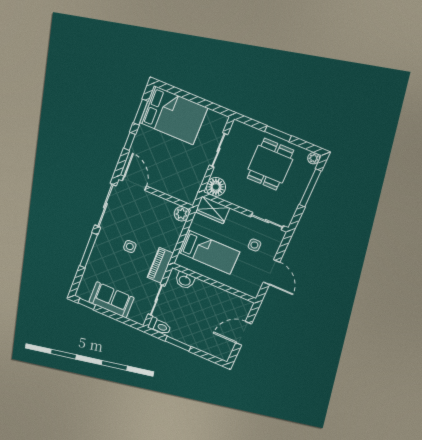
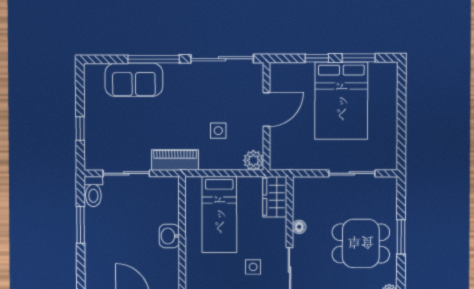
bed: (173, 115) -> (341, 101), moved
door: (134, 183) -> (266, 109), moved
floor lamp: (216, 187) -> (299, 227), moved, width x0.53, depth x0.53
side table: (130, 246) -> (218, 131), moved
washbasin: (185, 280) -> (169, 236), moved
sofa: (111, 300) -> (134, 80), moved, turned 90
window: (87, 304) -> (80, 129), moved

